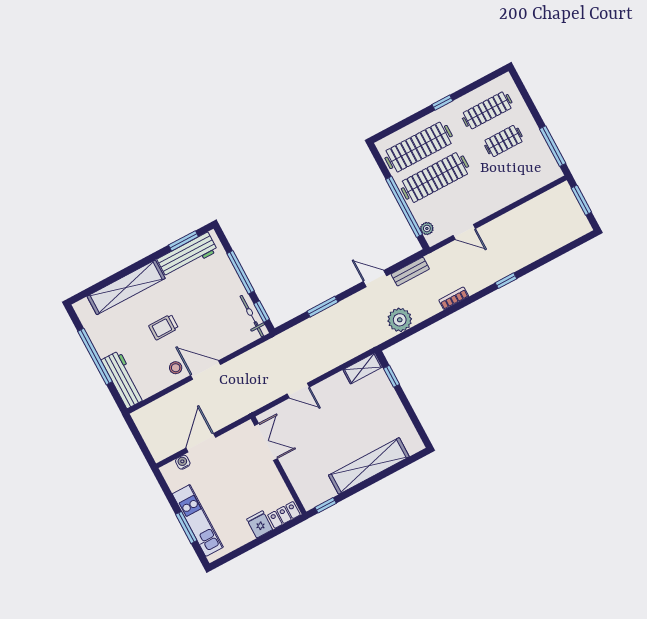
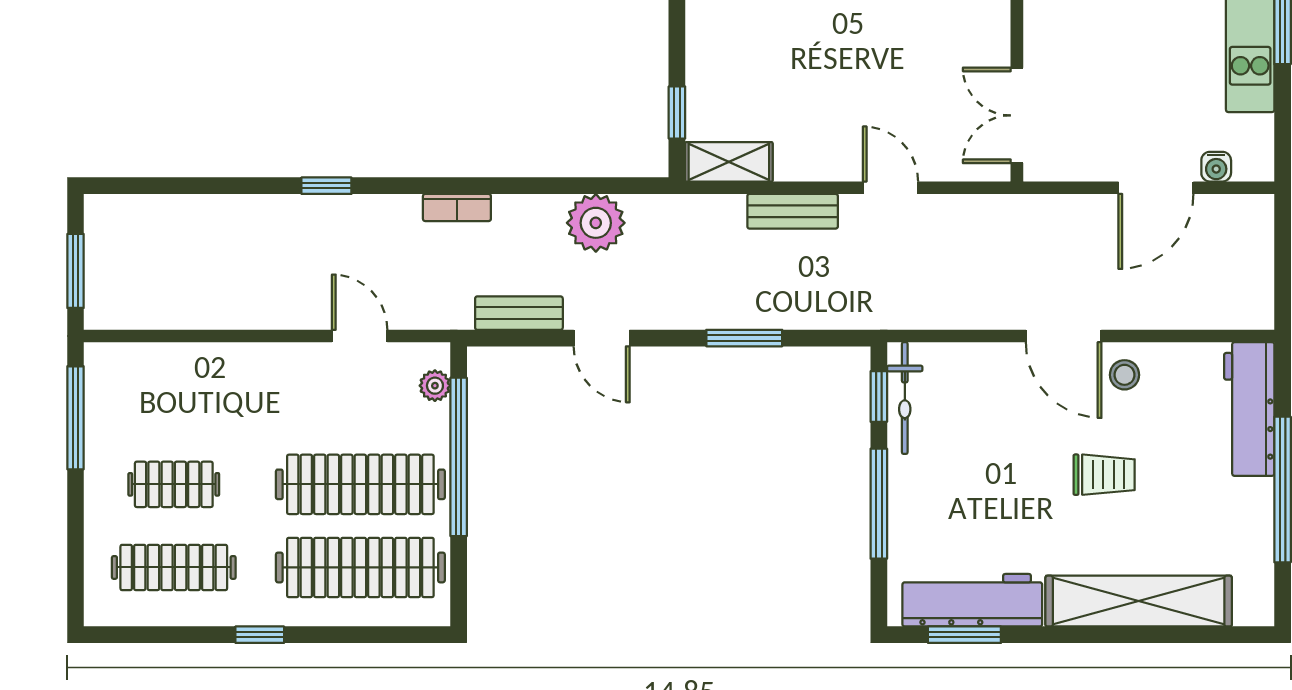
bench: (330, 363) -> (793, 211), added

